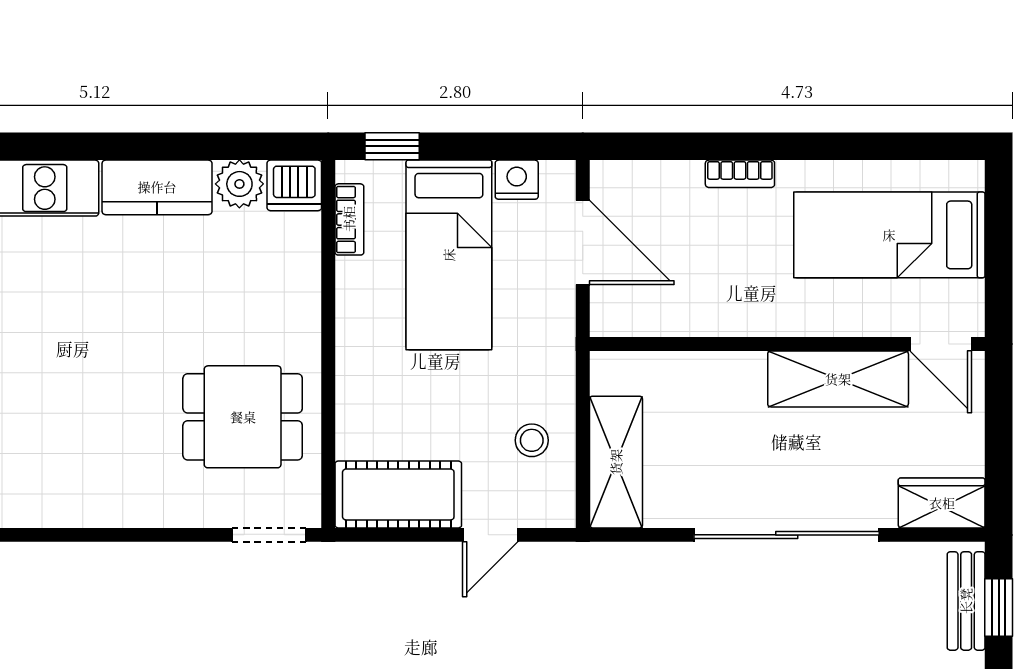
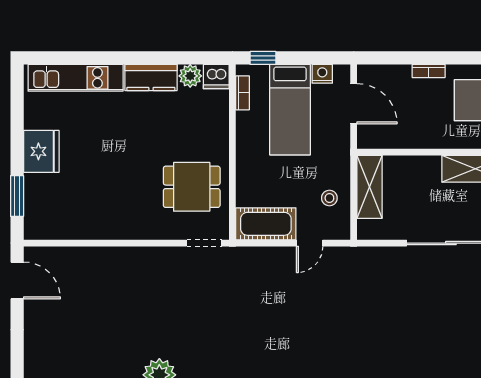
shelving: (616, 462) -> (370, 187), moved

